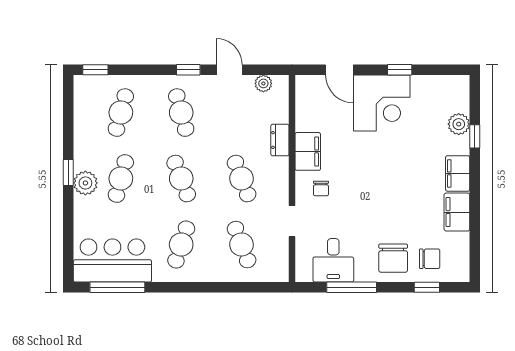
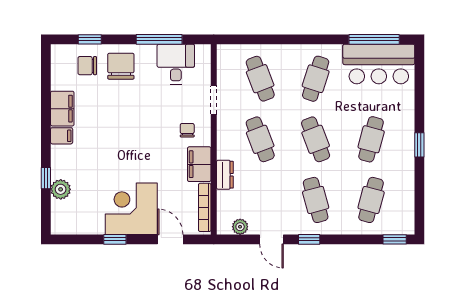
bookcase: (302, 104) -> (205, 207), added
filing cabinet: (458, 173) -> (62, 136), width x0.50
plant: (85, 183) -> (404, 135), removed

